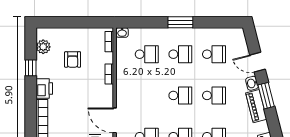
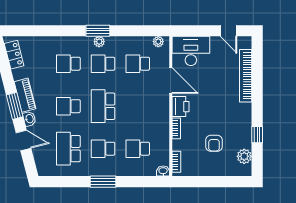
school desk: (214, 54) -> (68, 149), width x1.85
armchair: (73, 59) -> (214, 143), turned 180
printer: (44, 88) -> (180, 107), moved, turned 180
school desk: (180, 95) -> (103, 106), width x1.85

